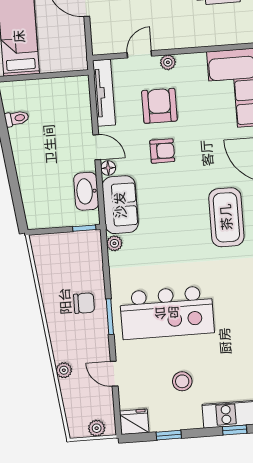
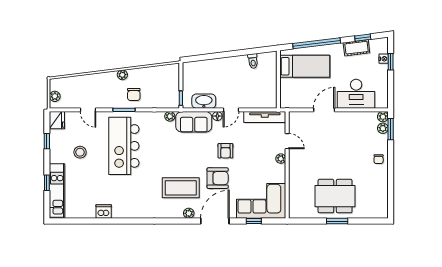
armchair: (159, 106) -> (218, 178), moved
plant: (64, 370) -> (122, 75), moved
door: (114, 374) -> (88, 110), swing flipped

